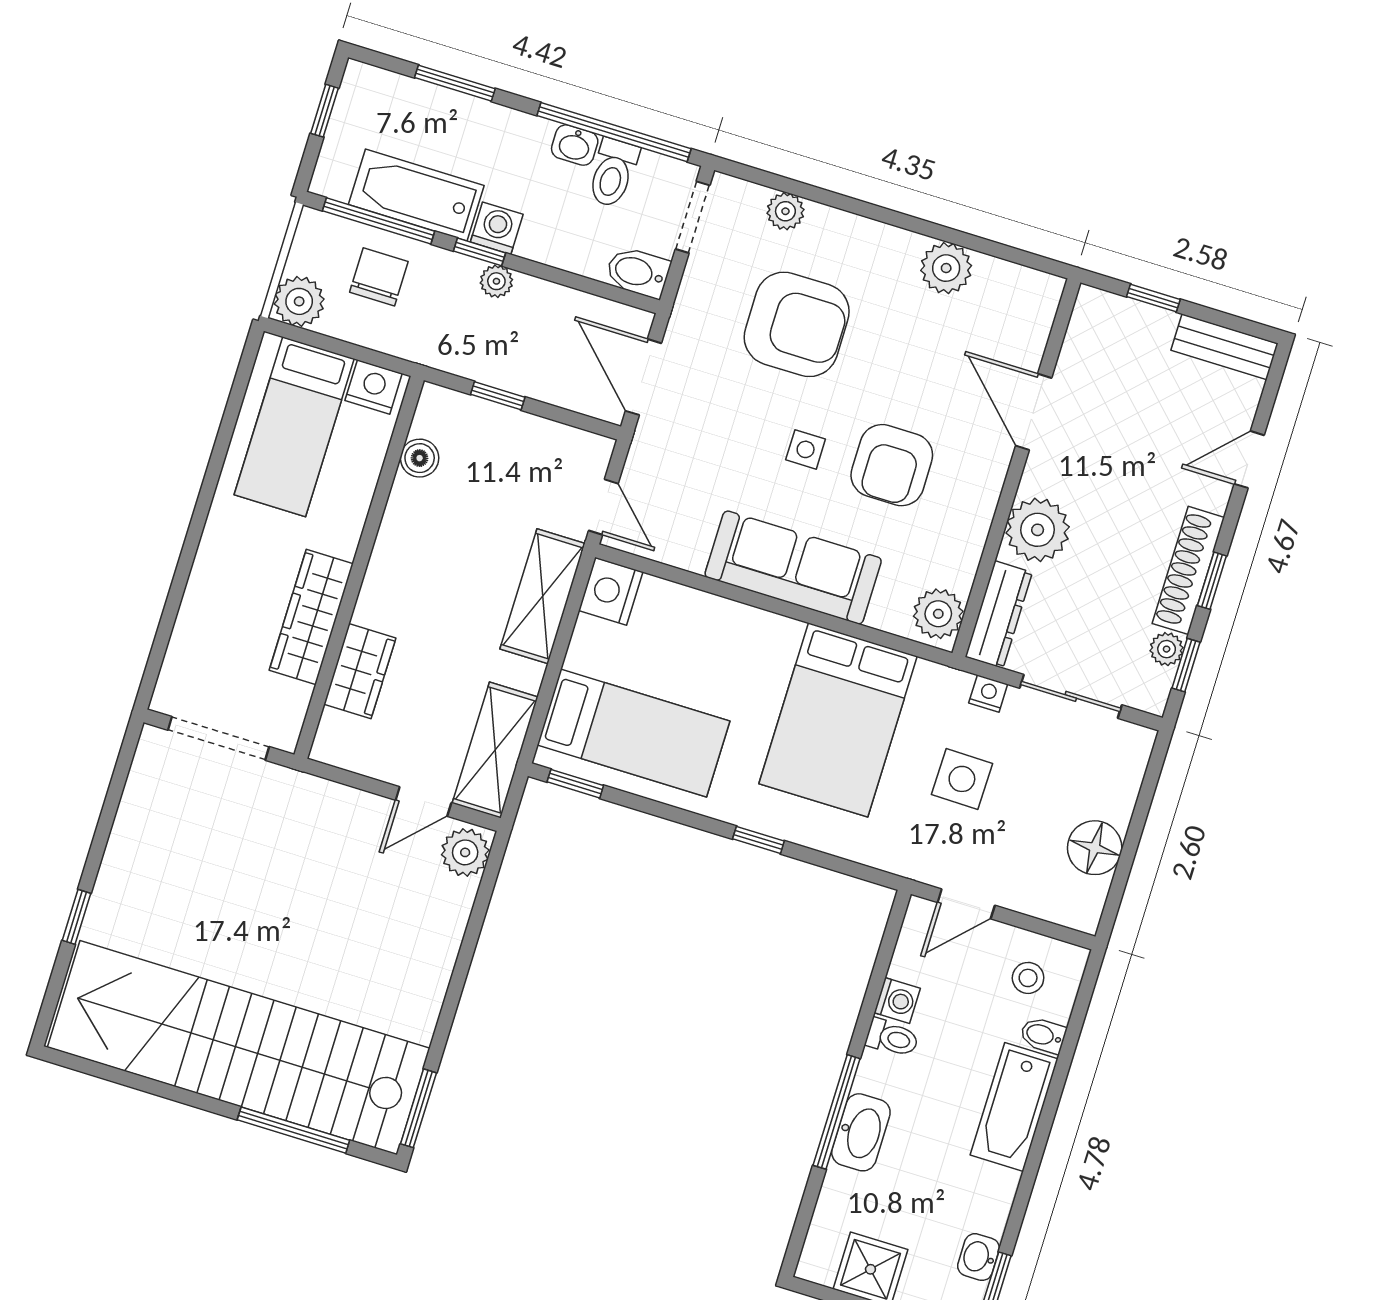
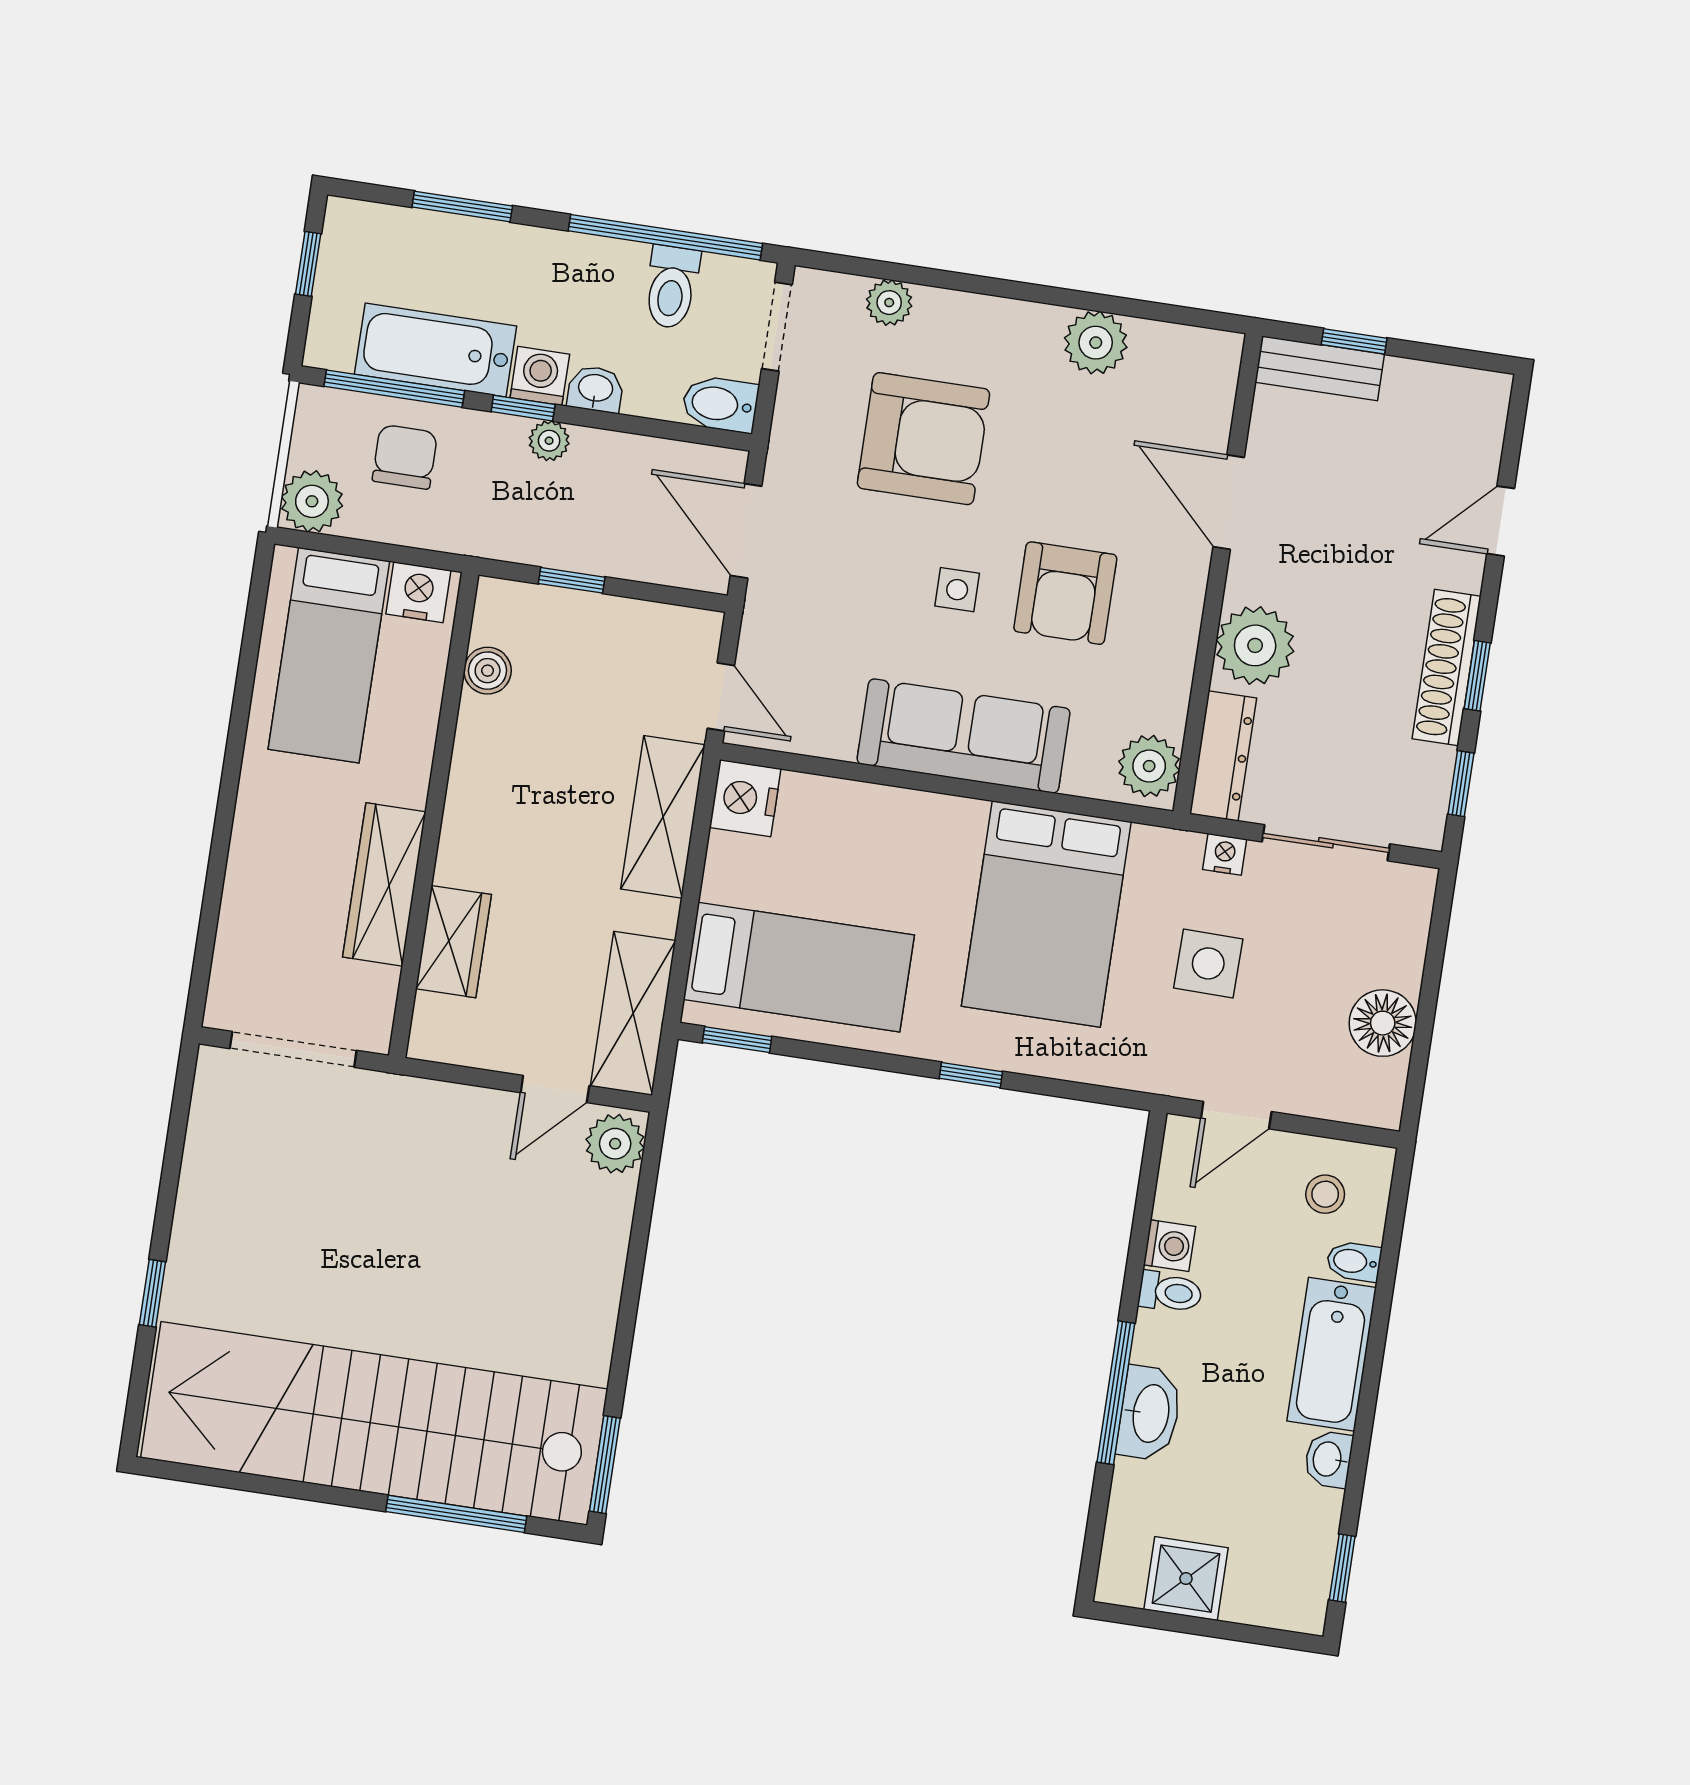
washbasin: (575, 145) -> (595, 389), moved, turned 180
bench: (1225, 347) -> (1320, 368), moved
plant: (1167, 649) -> (1434, 767), removed
washbasin: (978, 1257) -> (1328, 1459), moved

